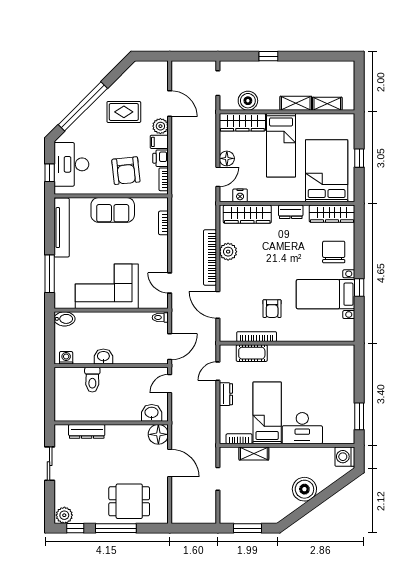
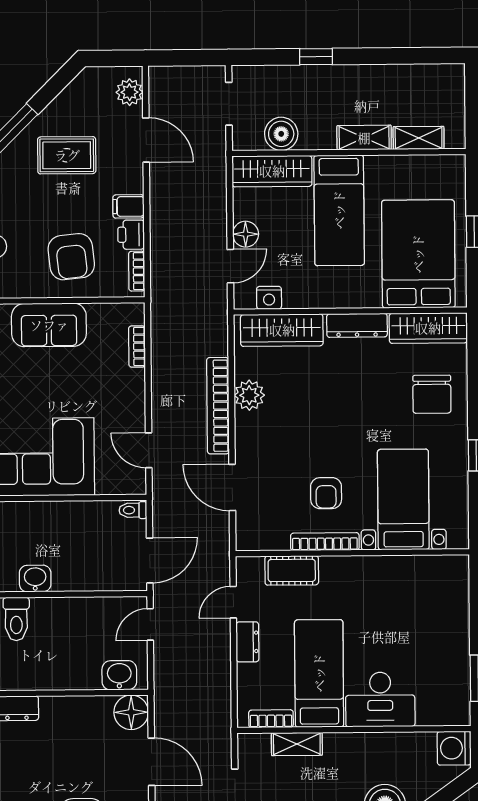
plant: (160, 126) -> (129, 92), moved
dresser: (291, 212) -> (357, 325), width x1.44
chair: (334, 252) -> (432, 394), turned 180
bed with nightstands: (326, 294) -> (403, 499), moved, turned 90
bookcase: (257, 337) -> (325, 542), moved

